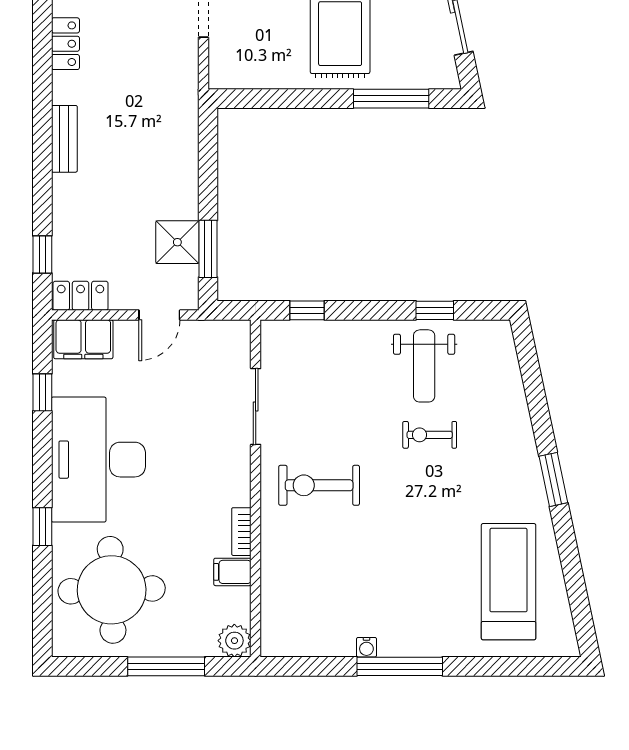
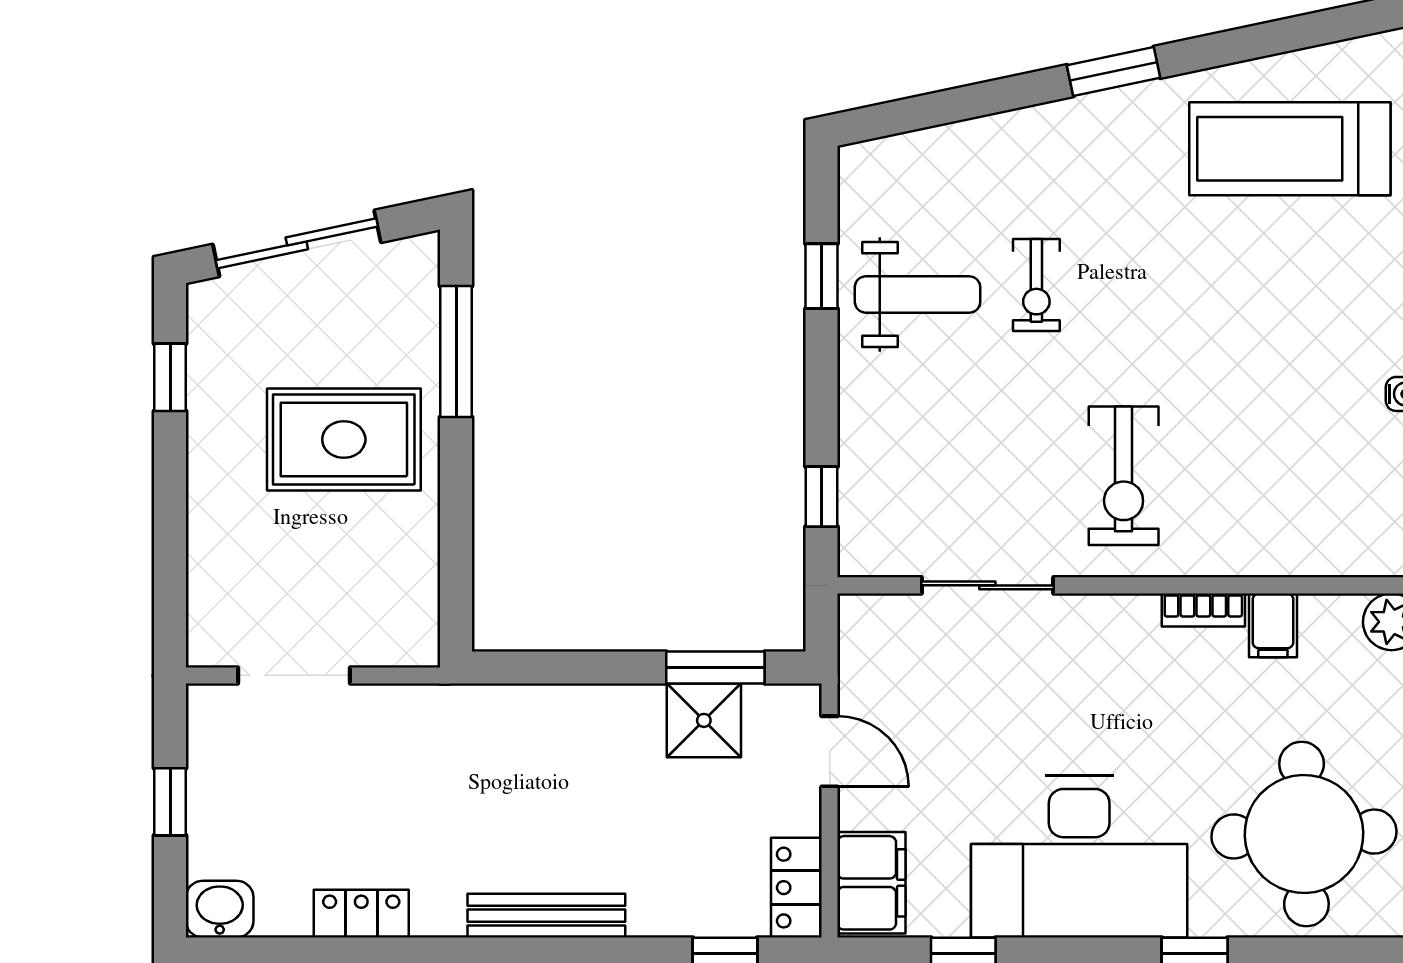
bench: (64, 139) -> (546, 916), width x1.36

